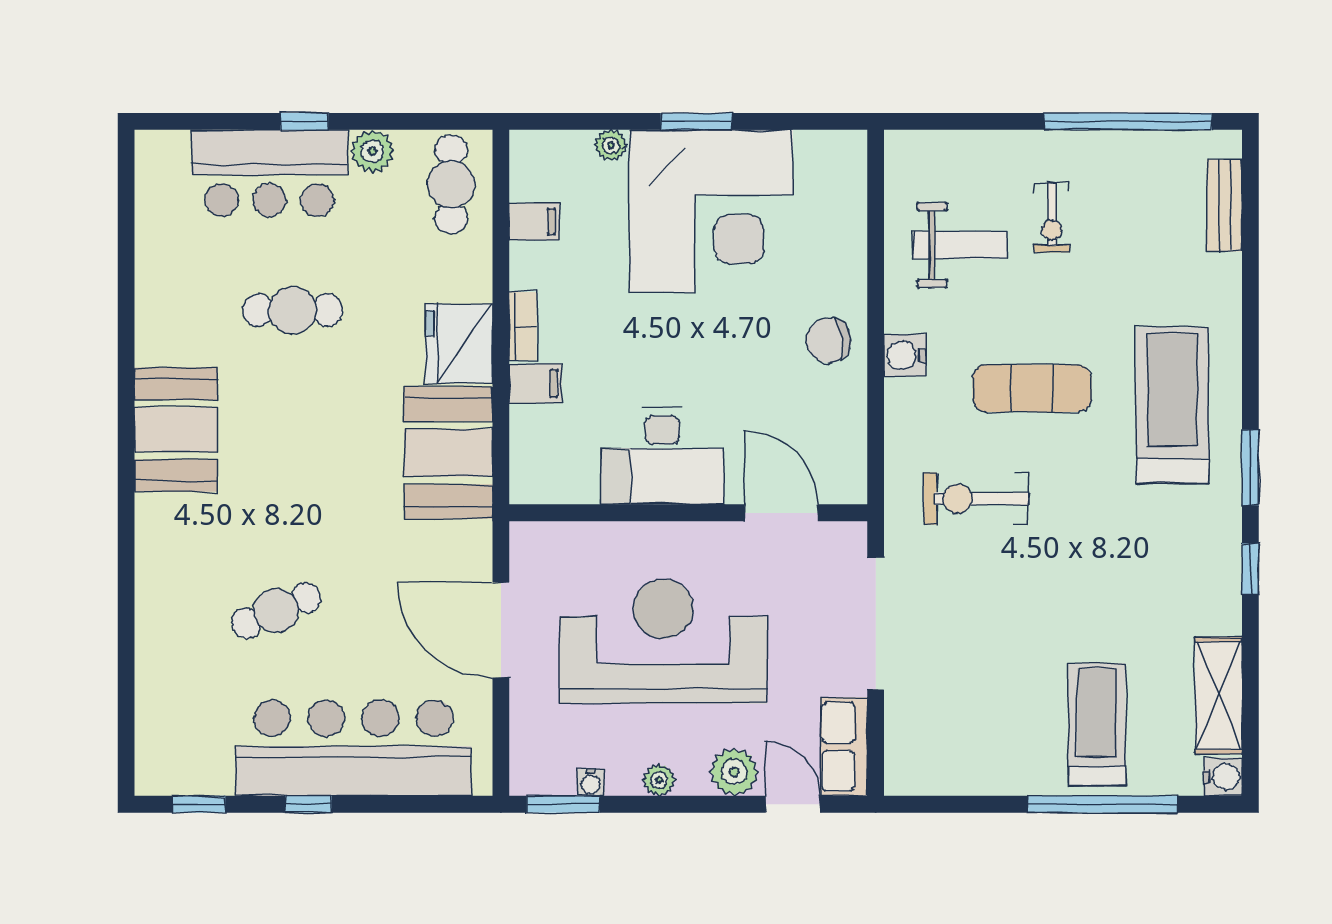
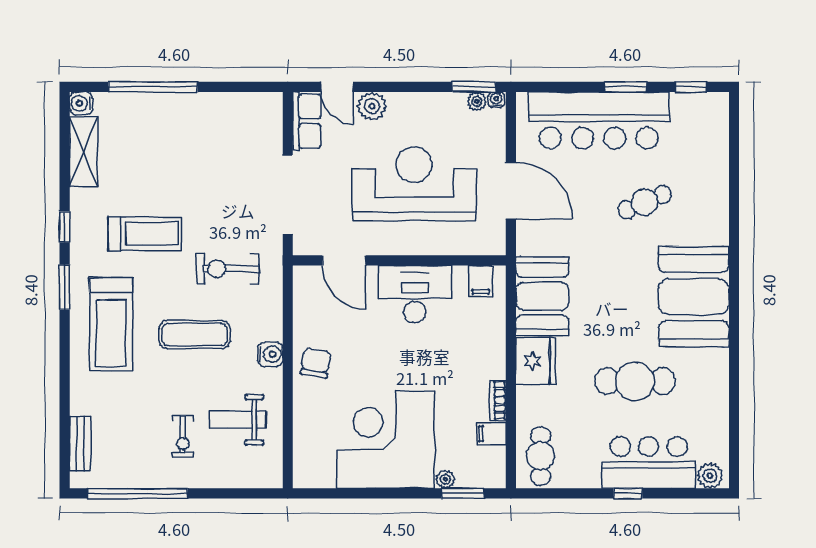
window: (696, 121) -> (463, 493), moved
plant: (372, 151) -> (710, 476), moved
exercise bike: (1052, 218) -> (183, 436), turned 180
cafe table: (293, 310) -> (635, 381), width x1.37, depth x1.35
bookcase: (523, 326) -> (498, 400), moved
chair: (829, 341) -> (316, 363), turned -73
filing cabinet: (535, 383) -> (481, 281), moved, turned -90
booth: (176, 430) -> (694, 297), width x1.36, depth x1.42
exercise bike: (976, 499) -> (228, 269), turned 180
reception desk: (663, 641) -> (414, 184), turned 180
treadmill: (1097, 725) -> (145, 234), moved, turned -90
plant: (659, 780) -> (477, 101), moved
water cooler: (591, 782) -> (496, 100), moved
window: (308, 804) -> (626, 87), width x1.50

